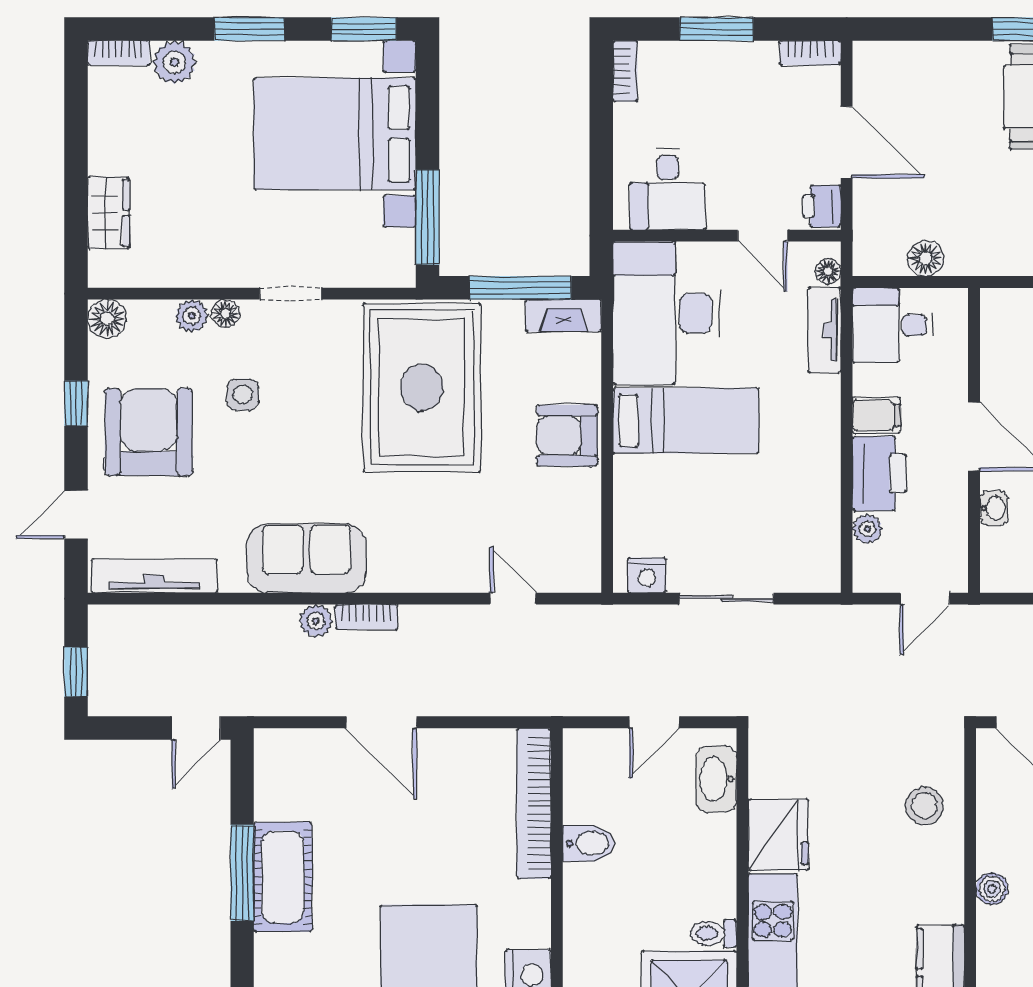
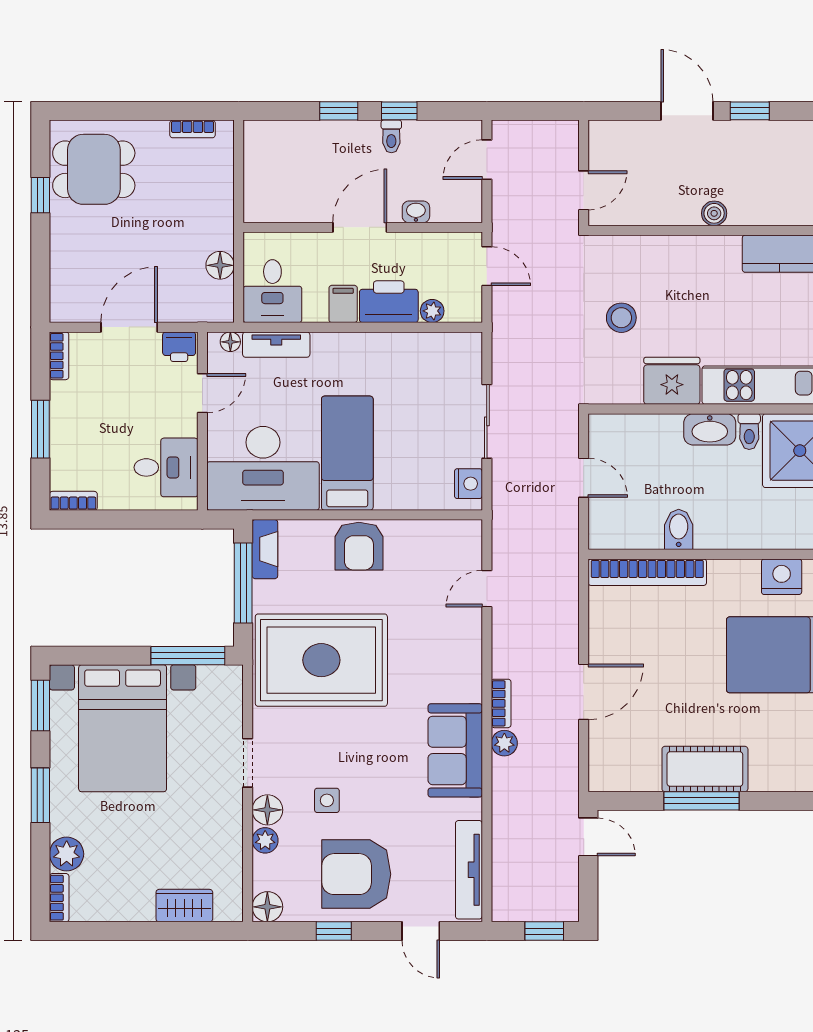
floor lamp: (225, 314) -> (267, 810), width x1.37, depth x1.37
washbasin: (716, 779) -> (710, 429), moved
stool: (924, 806) -> (621, 318), moved

